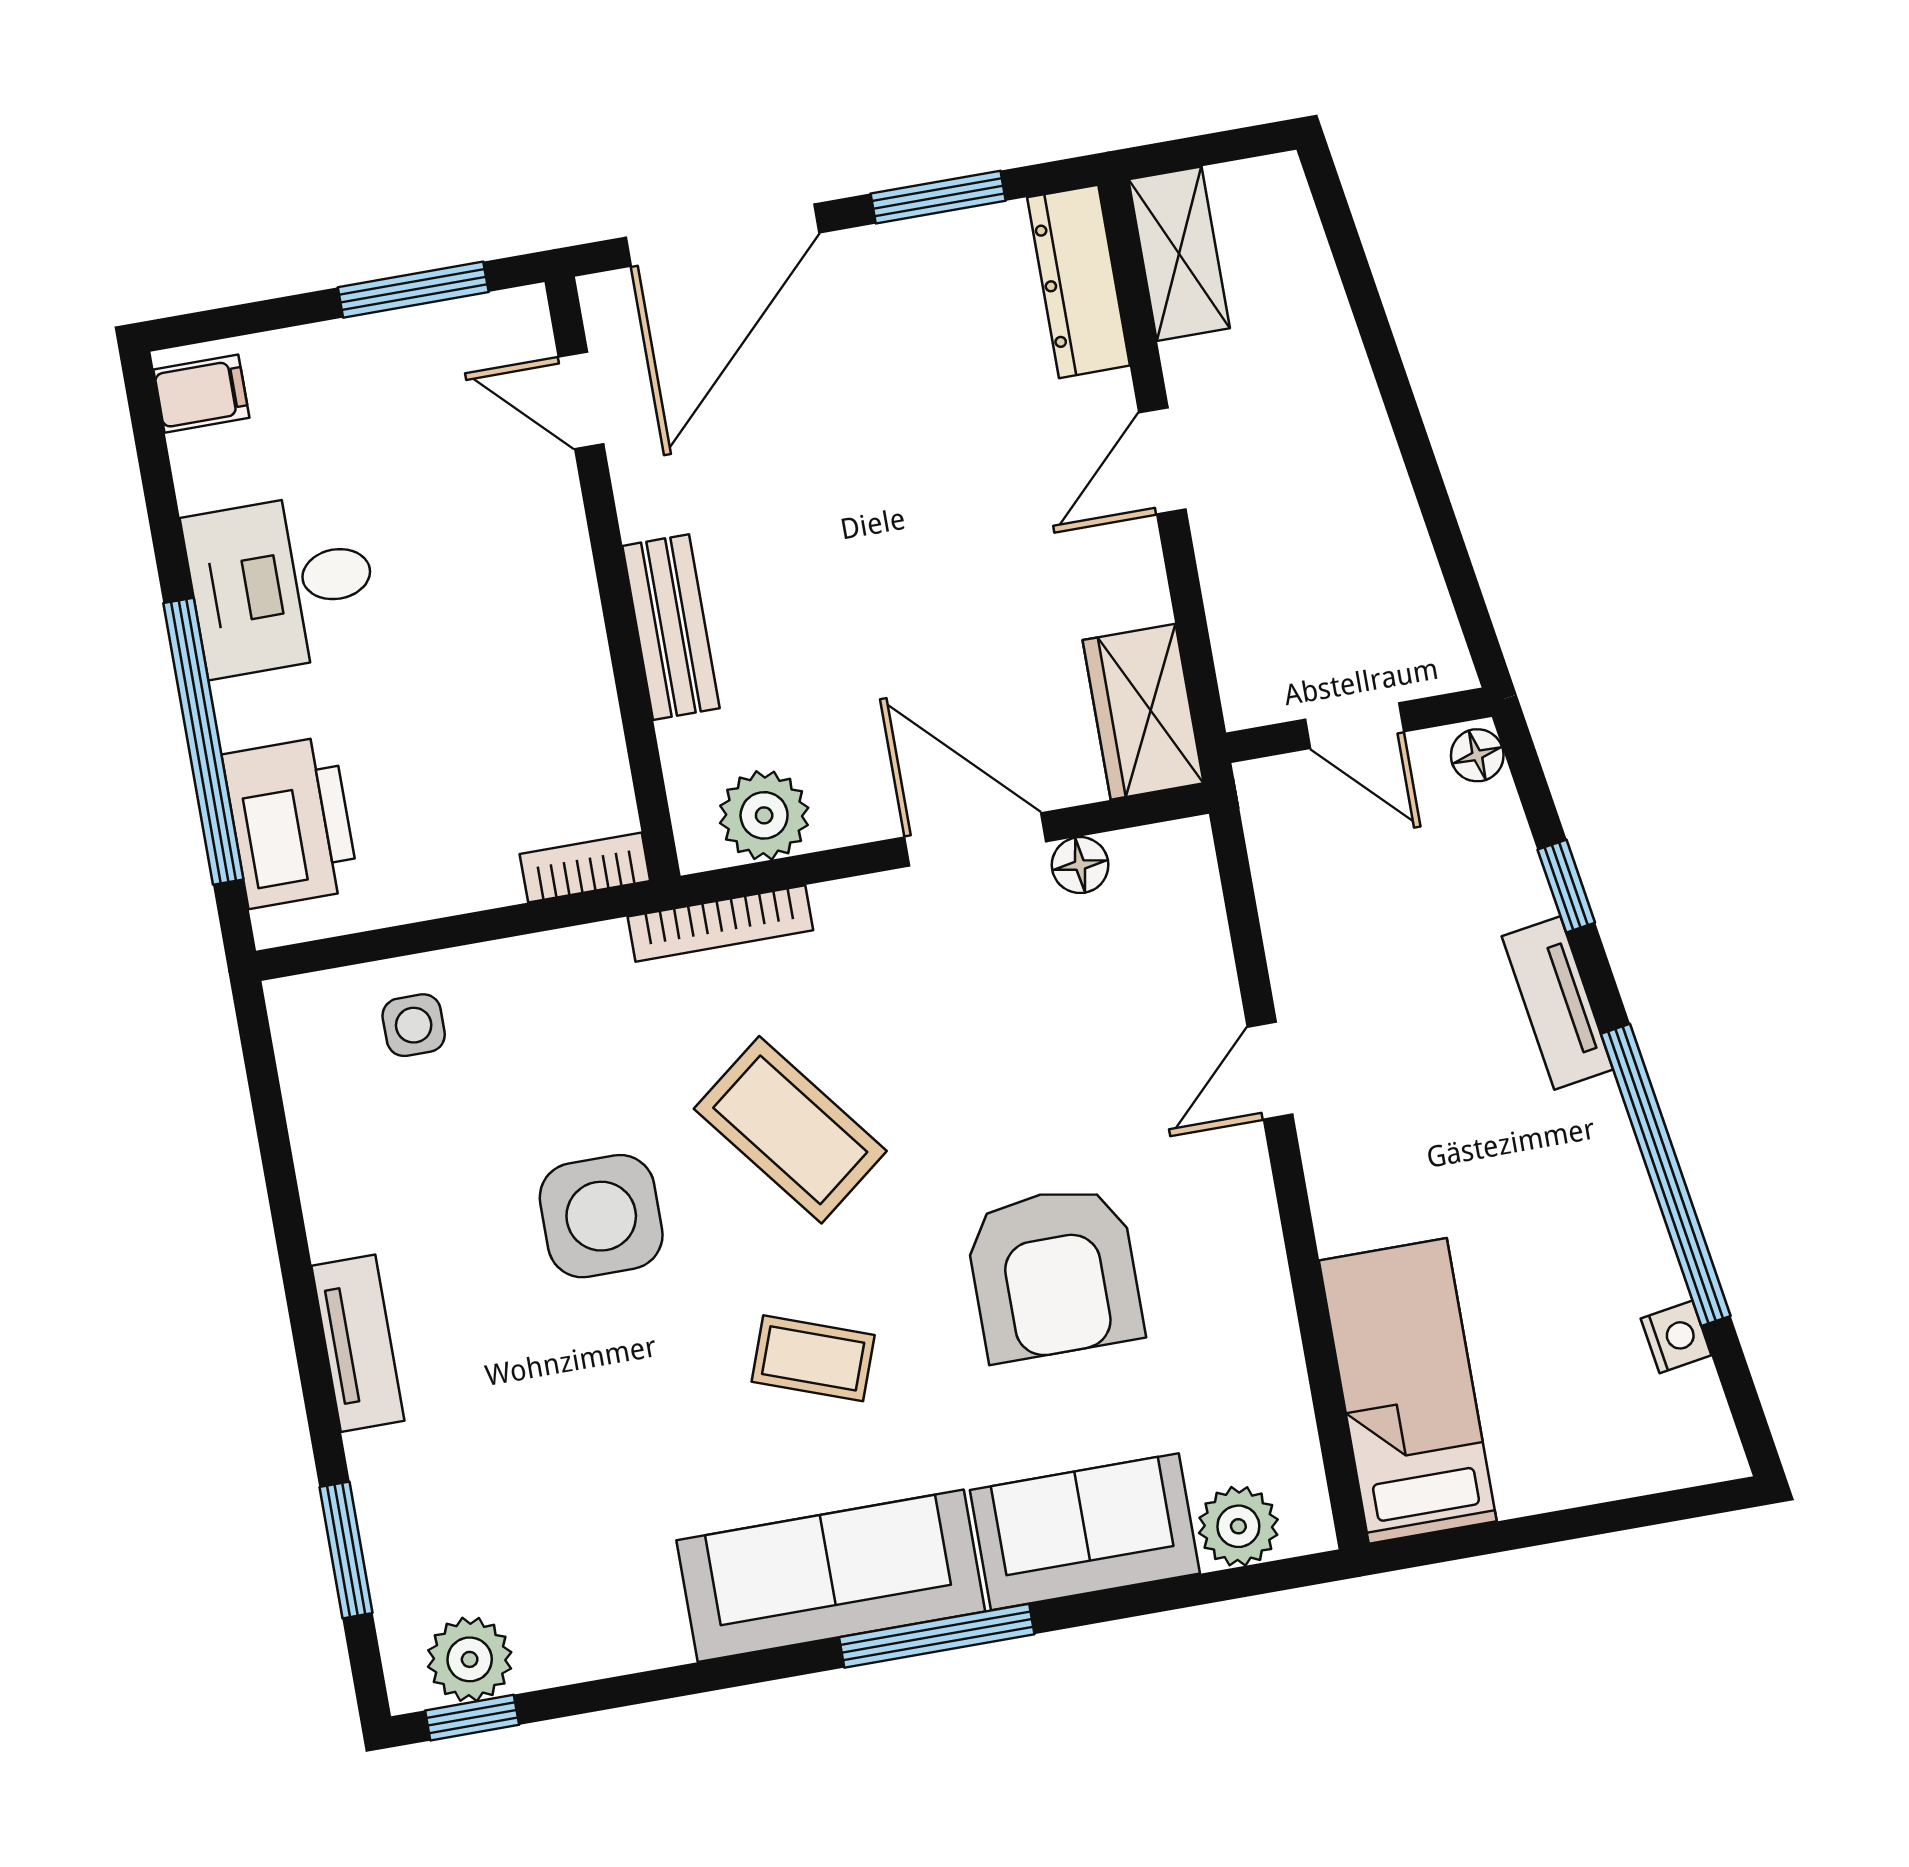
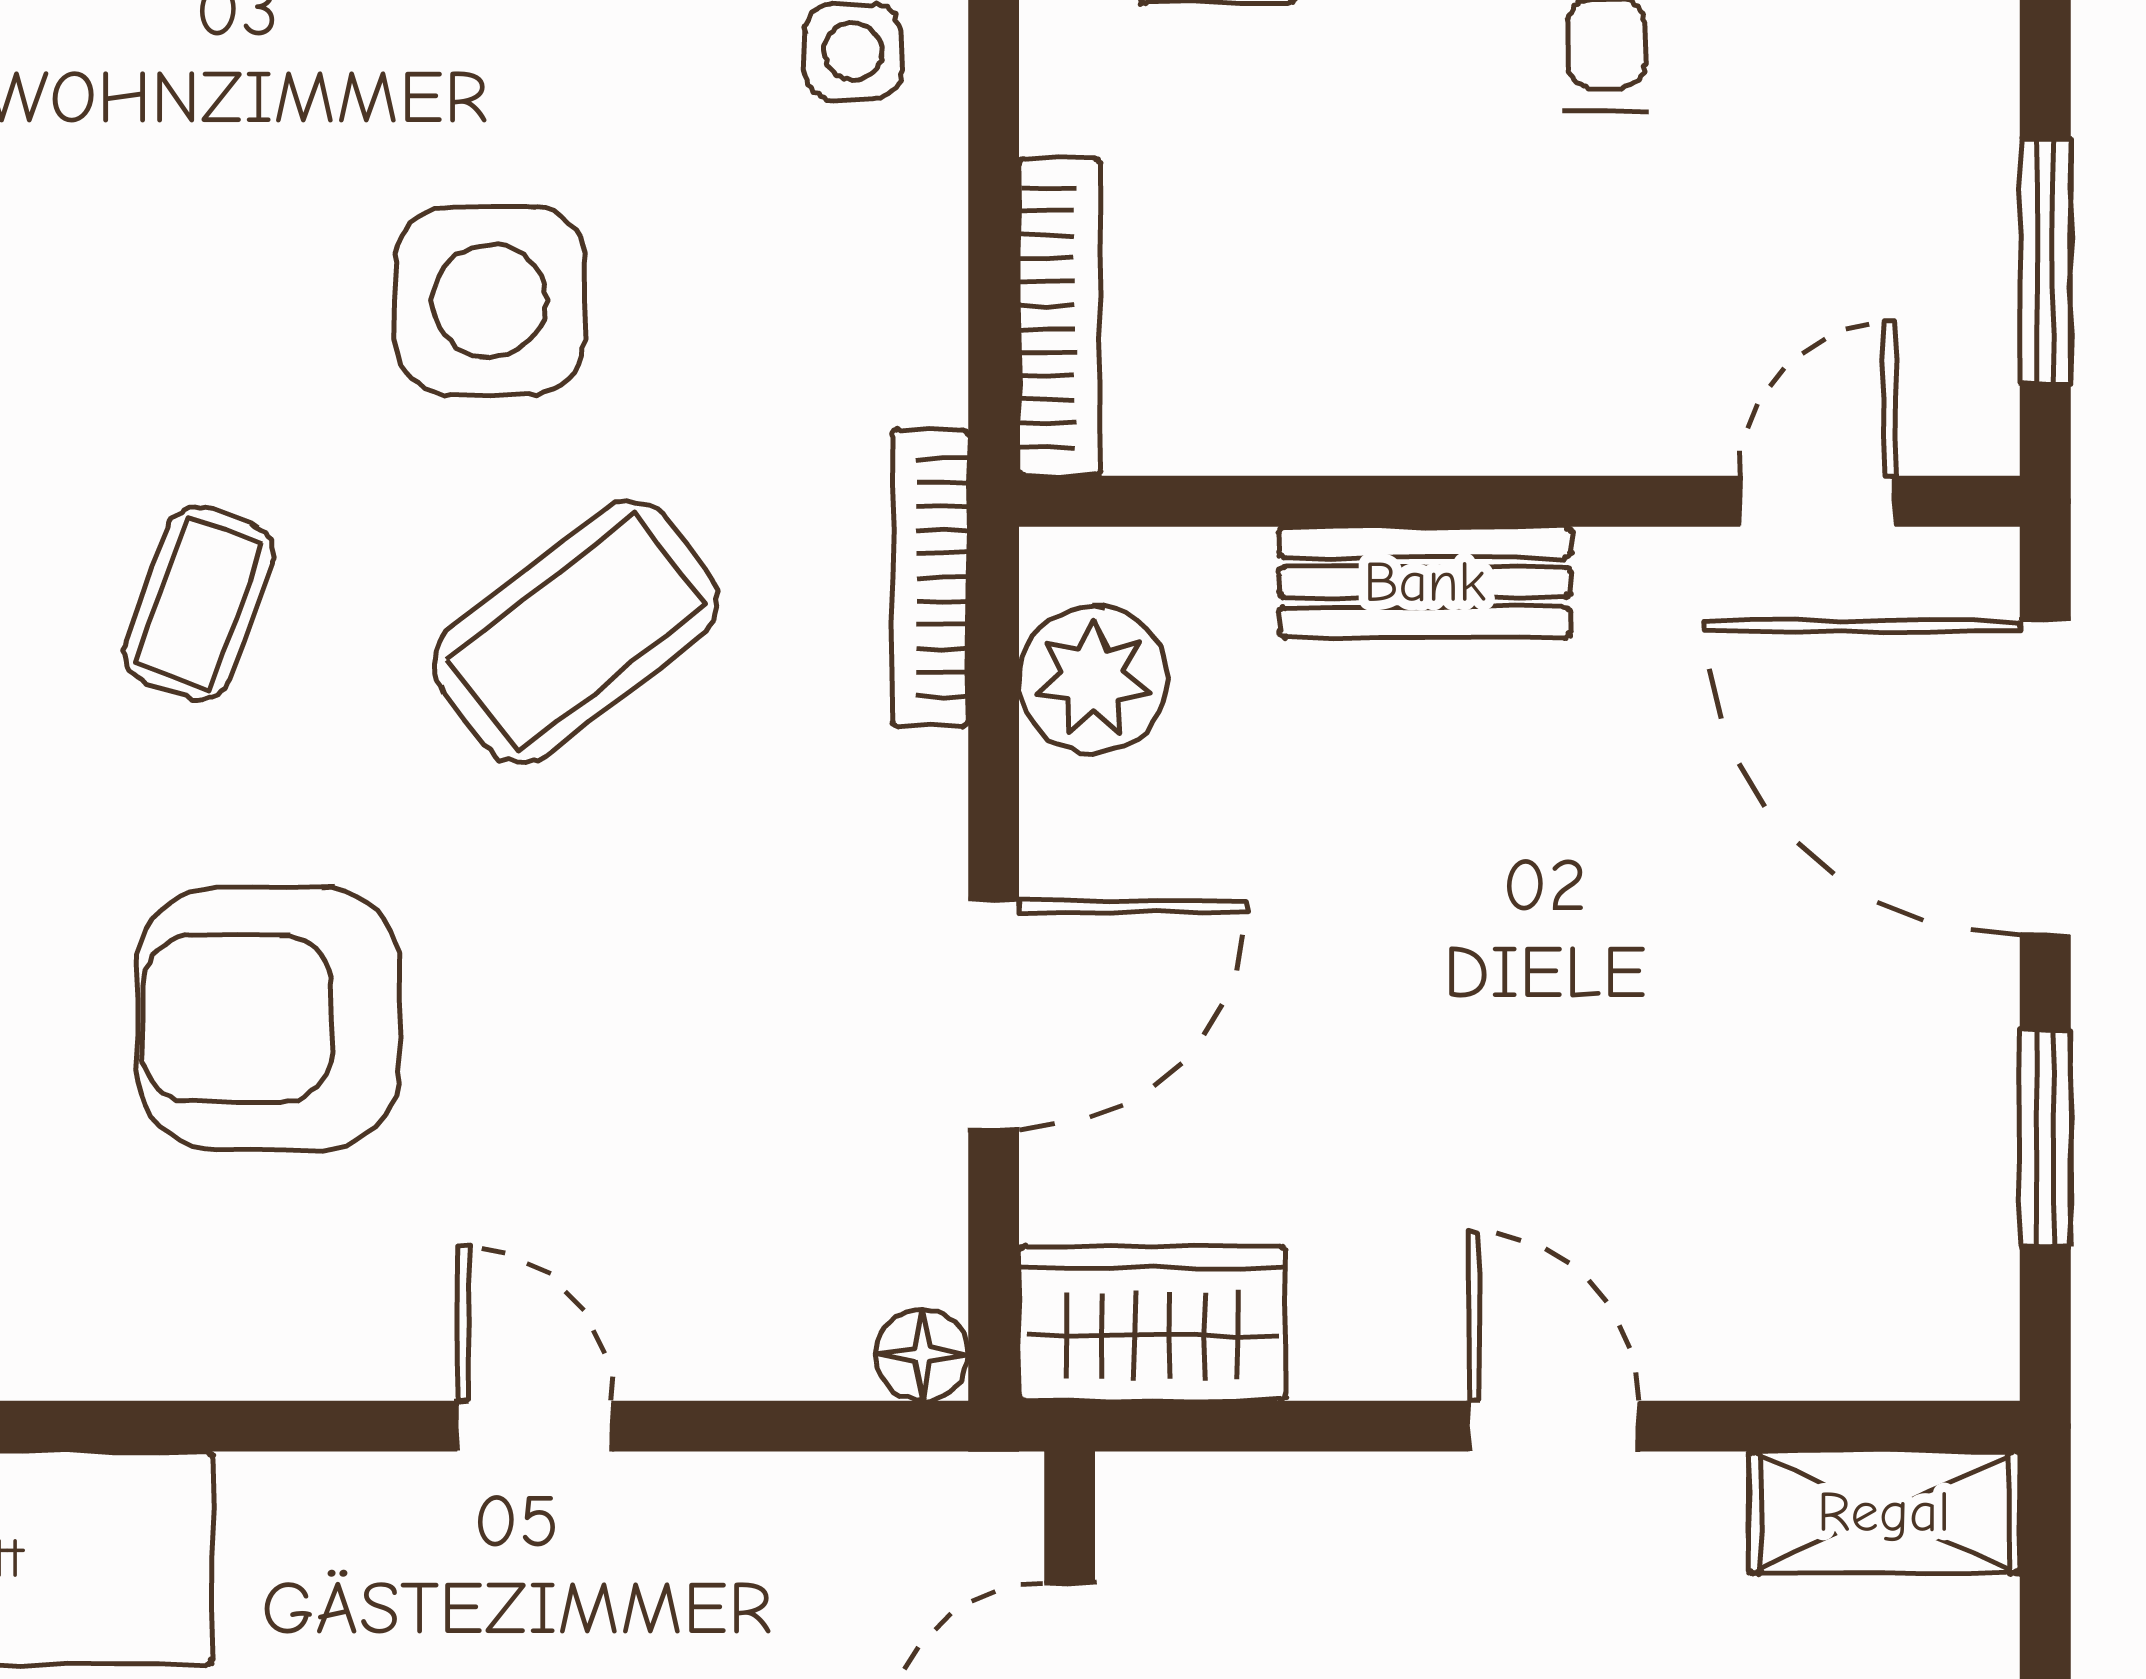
dresser: (1079, 281) -> (1868, 1342), removed
floor lamp: (1080, 865) -> (922, 1354), moved
bookcase: (585, 867) -> (1060, 317), width x1.56

